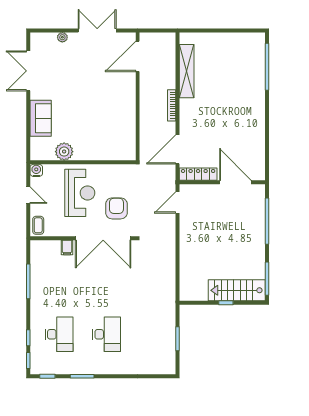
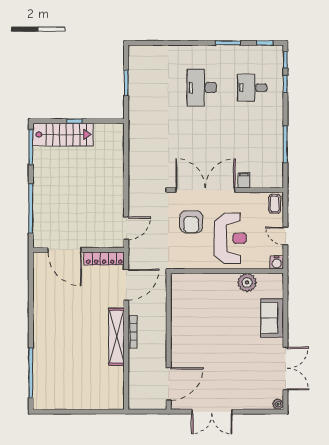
plant: (62, 37) -> (278, 404), moved
shelving: (187, 71) -> (116, 337), moved
reception desk: (80, 193) -> (230, 238), turned 180
desk: (59, 334) -> (252, 88), width x0.73

